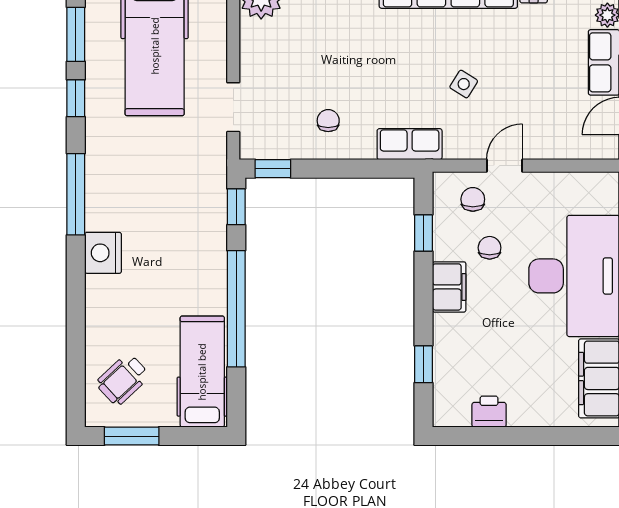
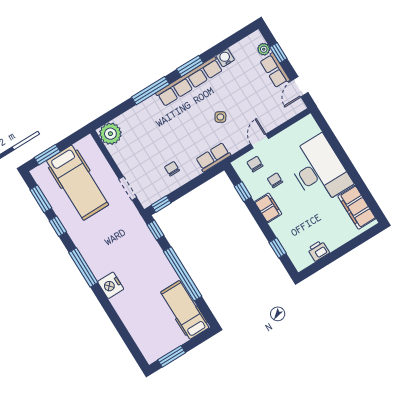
wheelchair: (123, 379) -> (153, 334), removed

